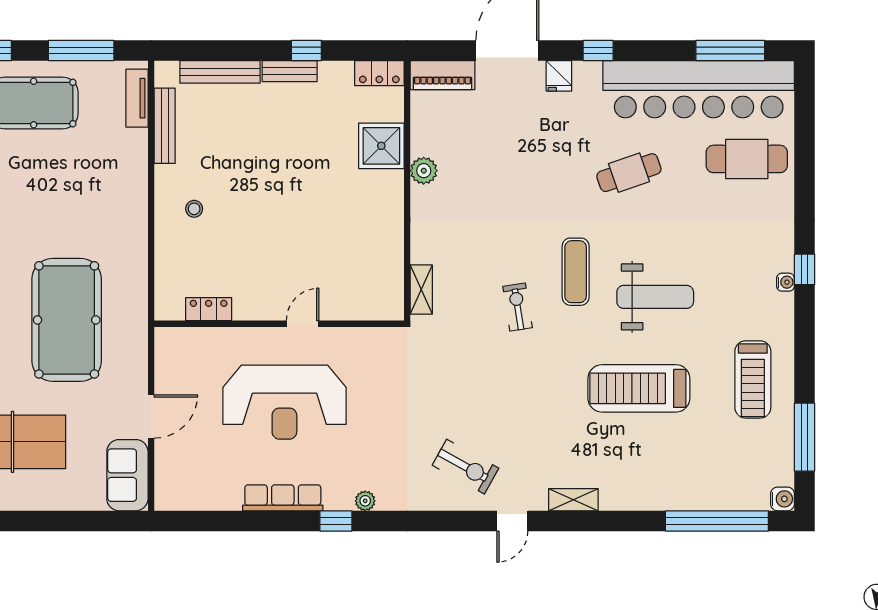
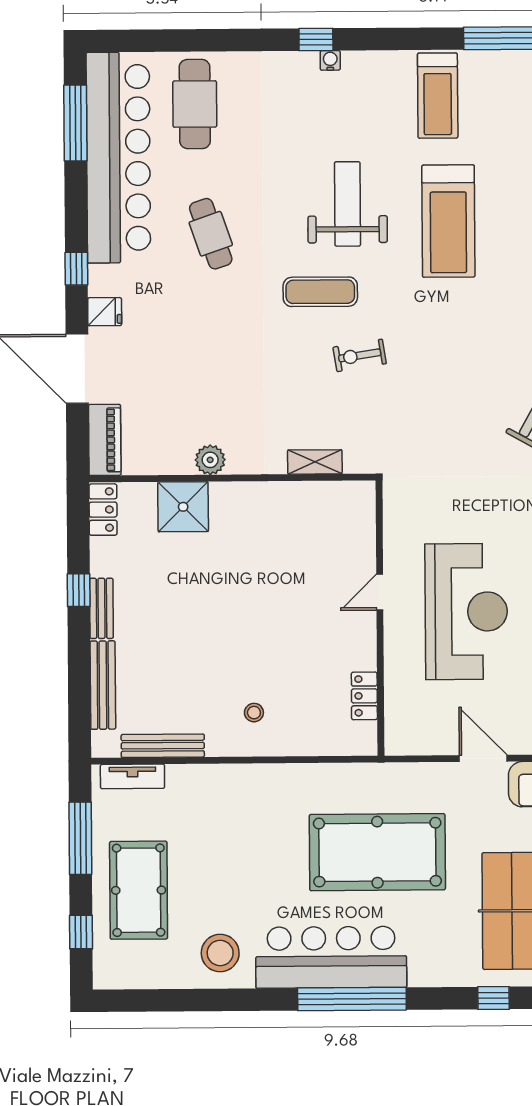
shelving: (421, 290) -> (315, 462), moved
door: (303, 324) -> (380, 592), hinge flipped
treadmill: (753, 379) -> (438, 96), turned 90

